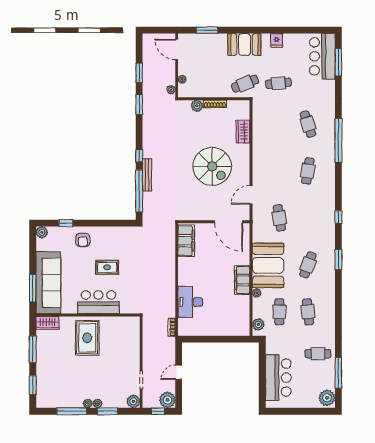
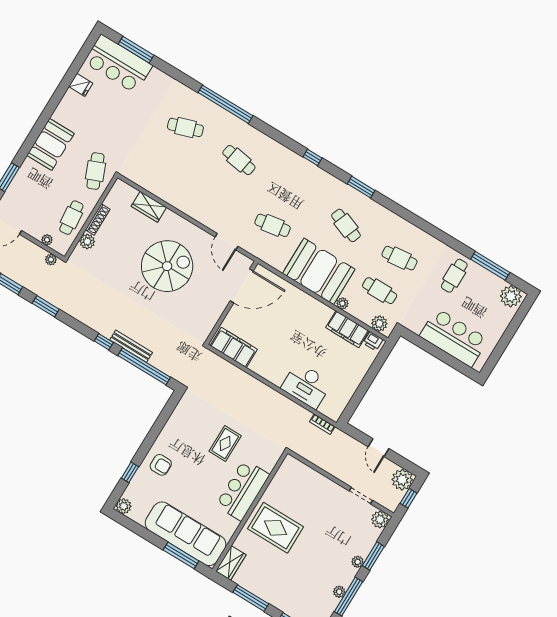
fridge: (277, 41) -> (81, 85), moved
cafe table: (278, 83) -> (71, 218), moved
rug: (107, 267) -> (225, 444), moved
filing cabinet: (242, 280) -> (347, 329), moved
printer: (244, 327) -> (373, 341), added
plant: (88, 403) -> (339, 592), moved

